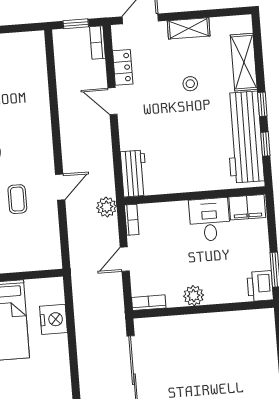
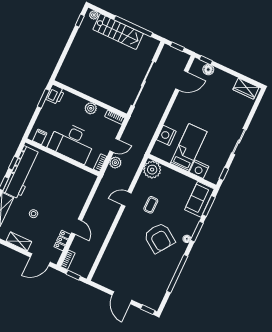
workbench: (134, 173) -> (86, 185), removed
plant: (107, 207) -> (115, 163), moved
filing cabinet: (247, 207) -> (40, 137), width x0.50
desk: (210, 220) -> (72, 142), width x1.87, depth x1.30
plant: (46, 255) -> (152, 170), added

